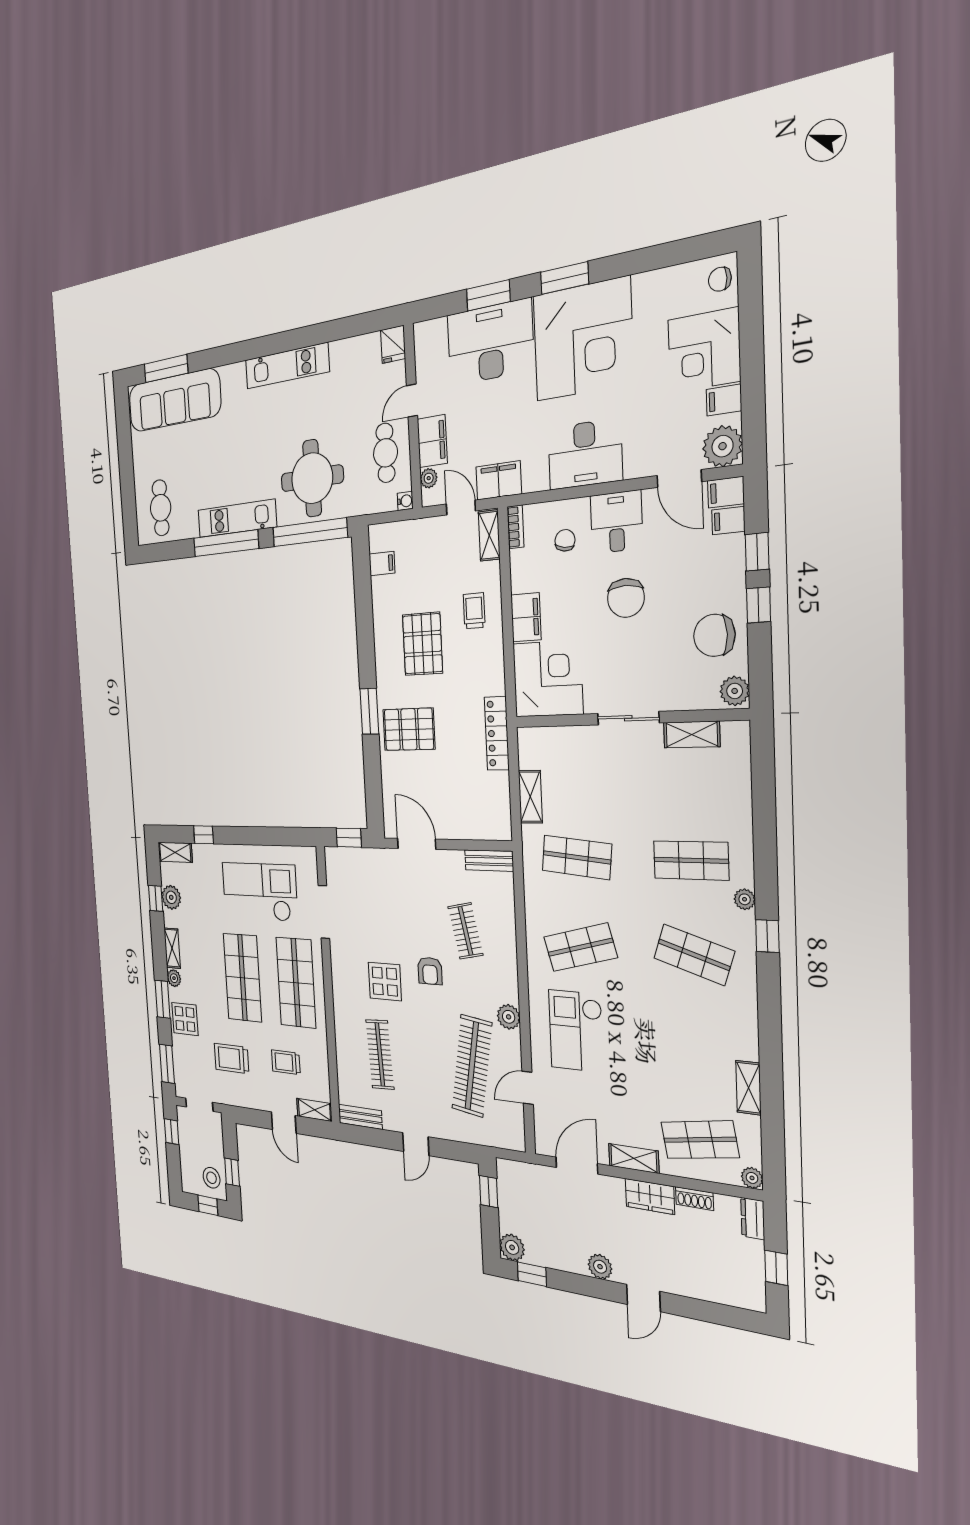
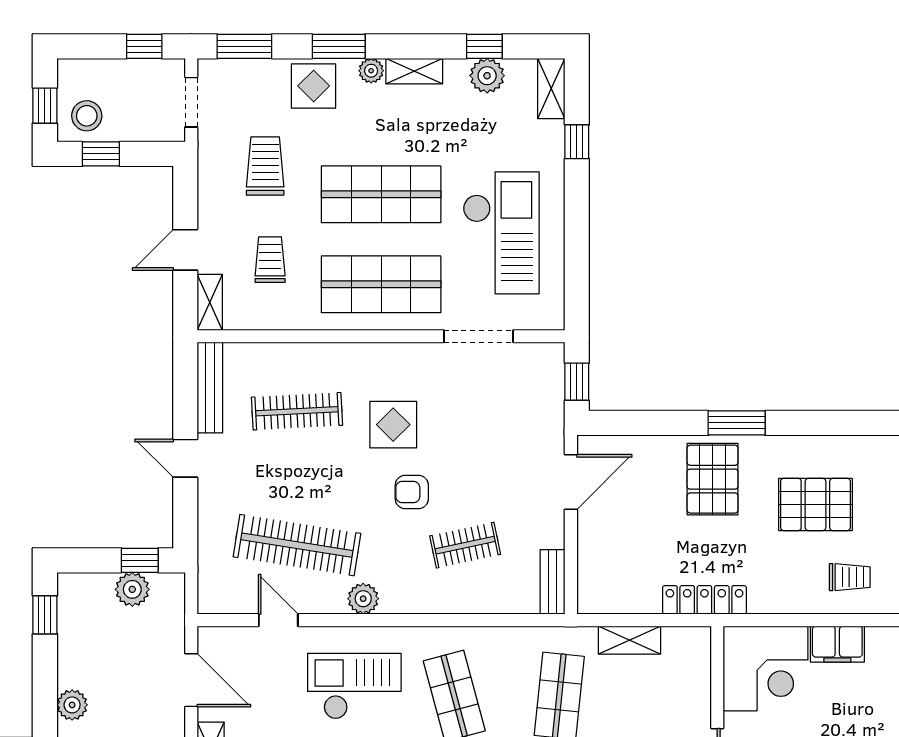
bench: (360, 1117) -> (210, 388), width x1.36
plant: (512, 1247) -> (132, 589), moved

